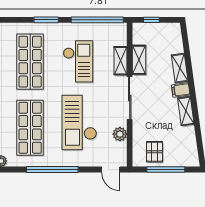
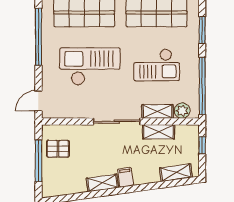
shelving: (180, 68) -> (176, 173), moved
plant: (120, 134) -> (182, 111), moved

